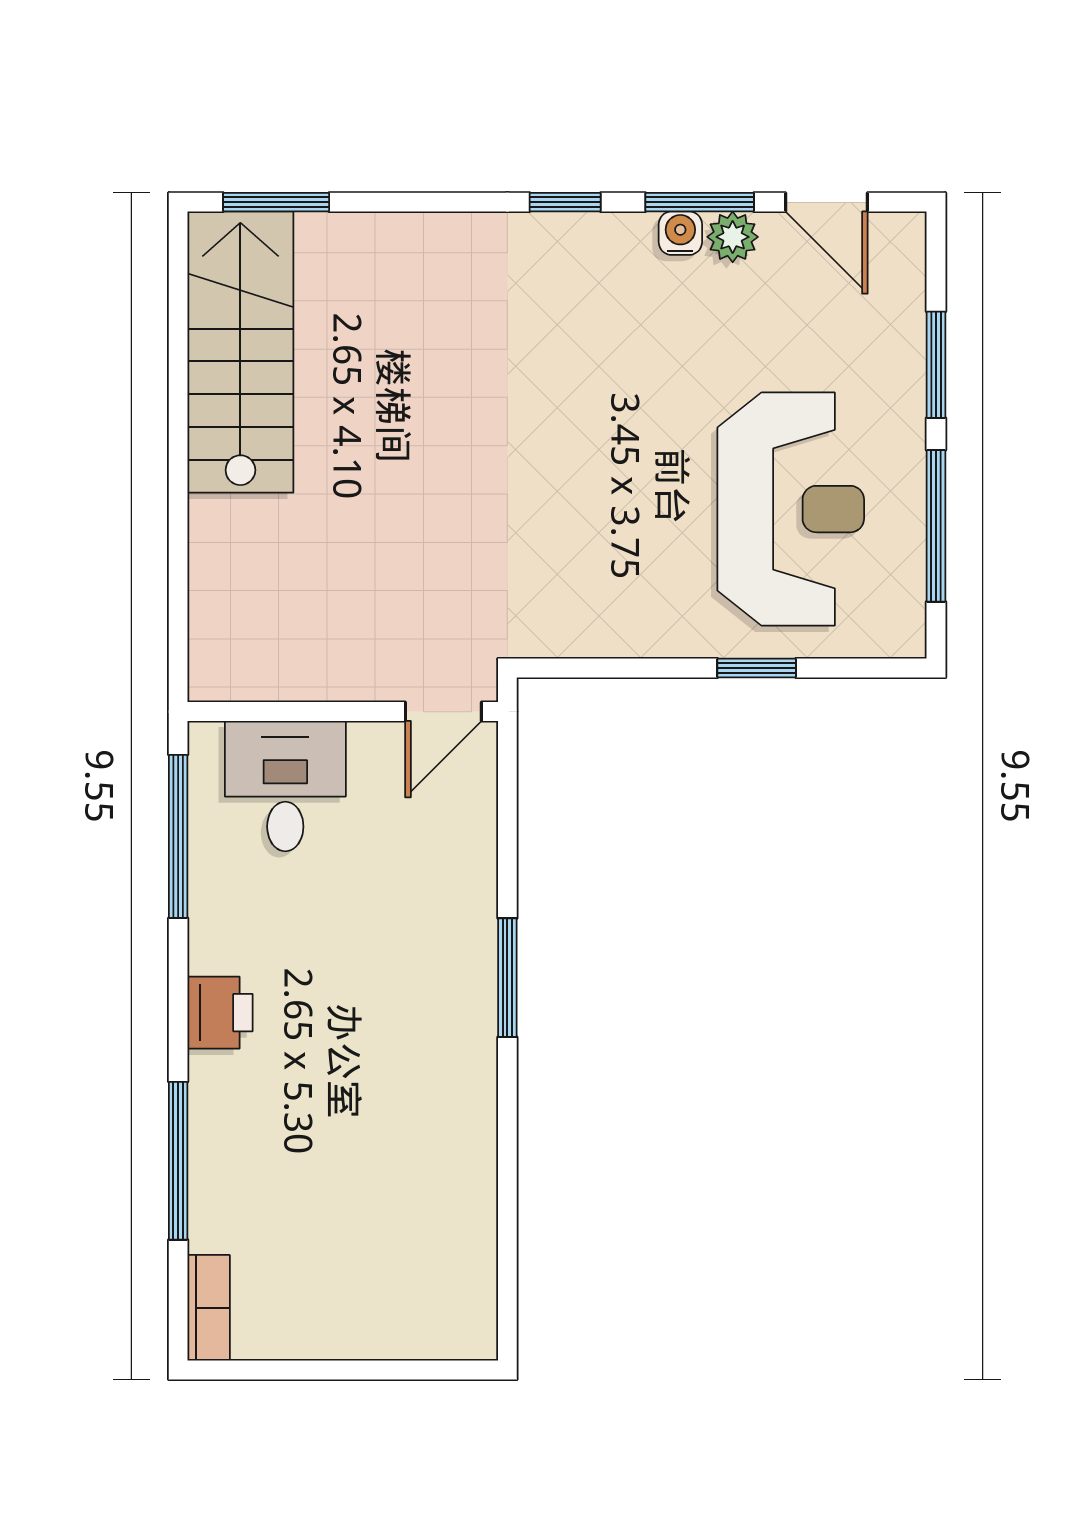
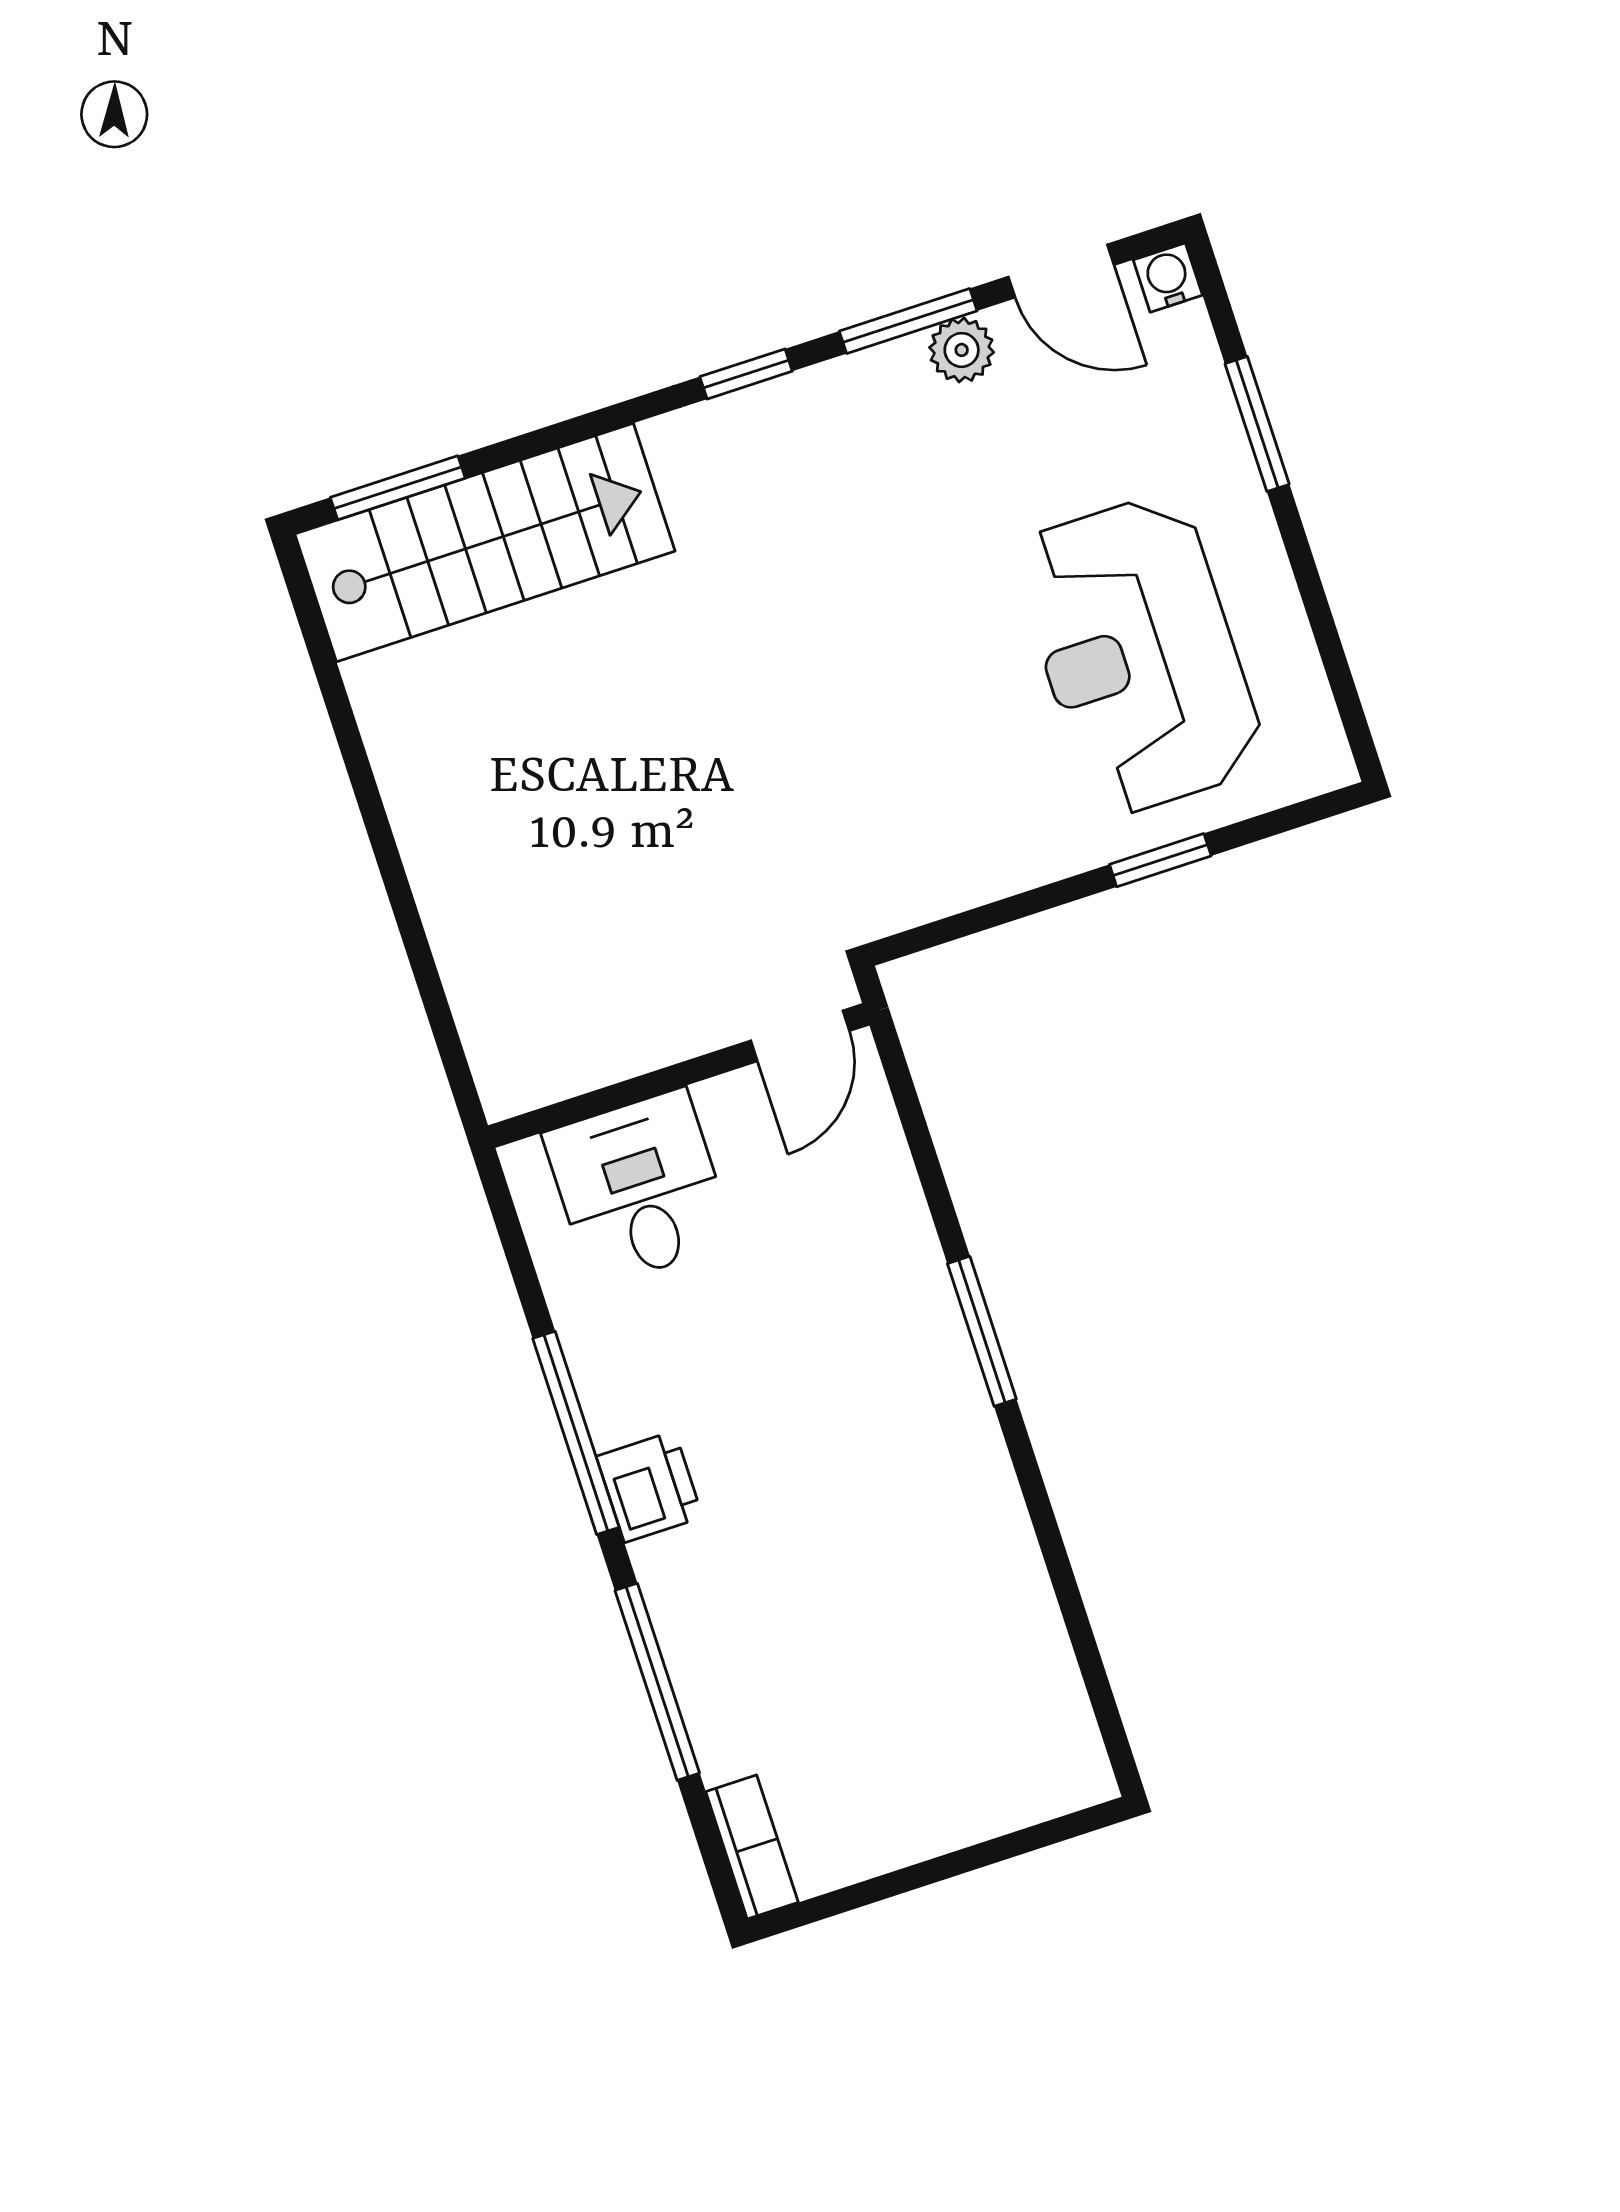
water cooler: (680, 233) -> (1168, 278), moved
stairs: (240, 352) -> (485, 543), moved, turned 90
reception desk: (791, 509) -> (1139, 655), turned 180
window: (936, 526) -> (1321, 618), removed
window: (178, 836) -> (576, 1433), moved

